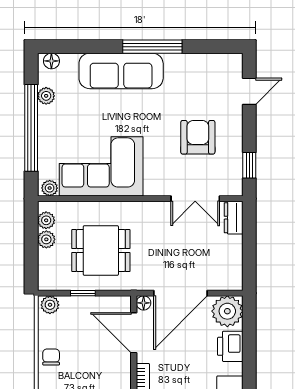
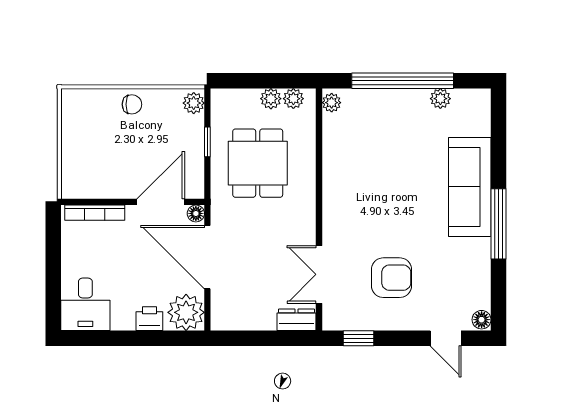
floor lamp: (51, 61) -> (482, 320), moved
corner sofa: (101, 166) -> (357, 163), removed
printer: (230, 346) -> (149, 319), width x0.73, depth x0.81

